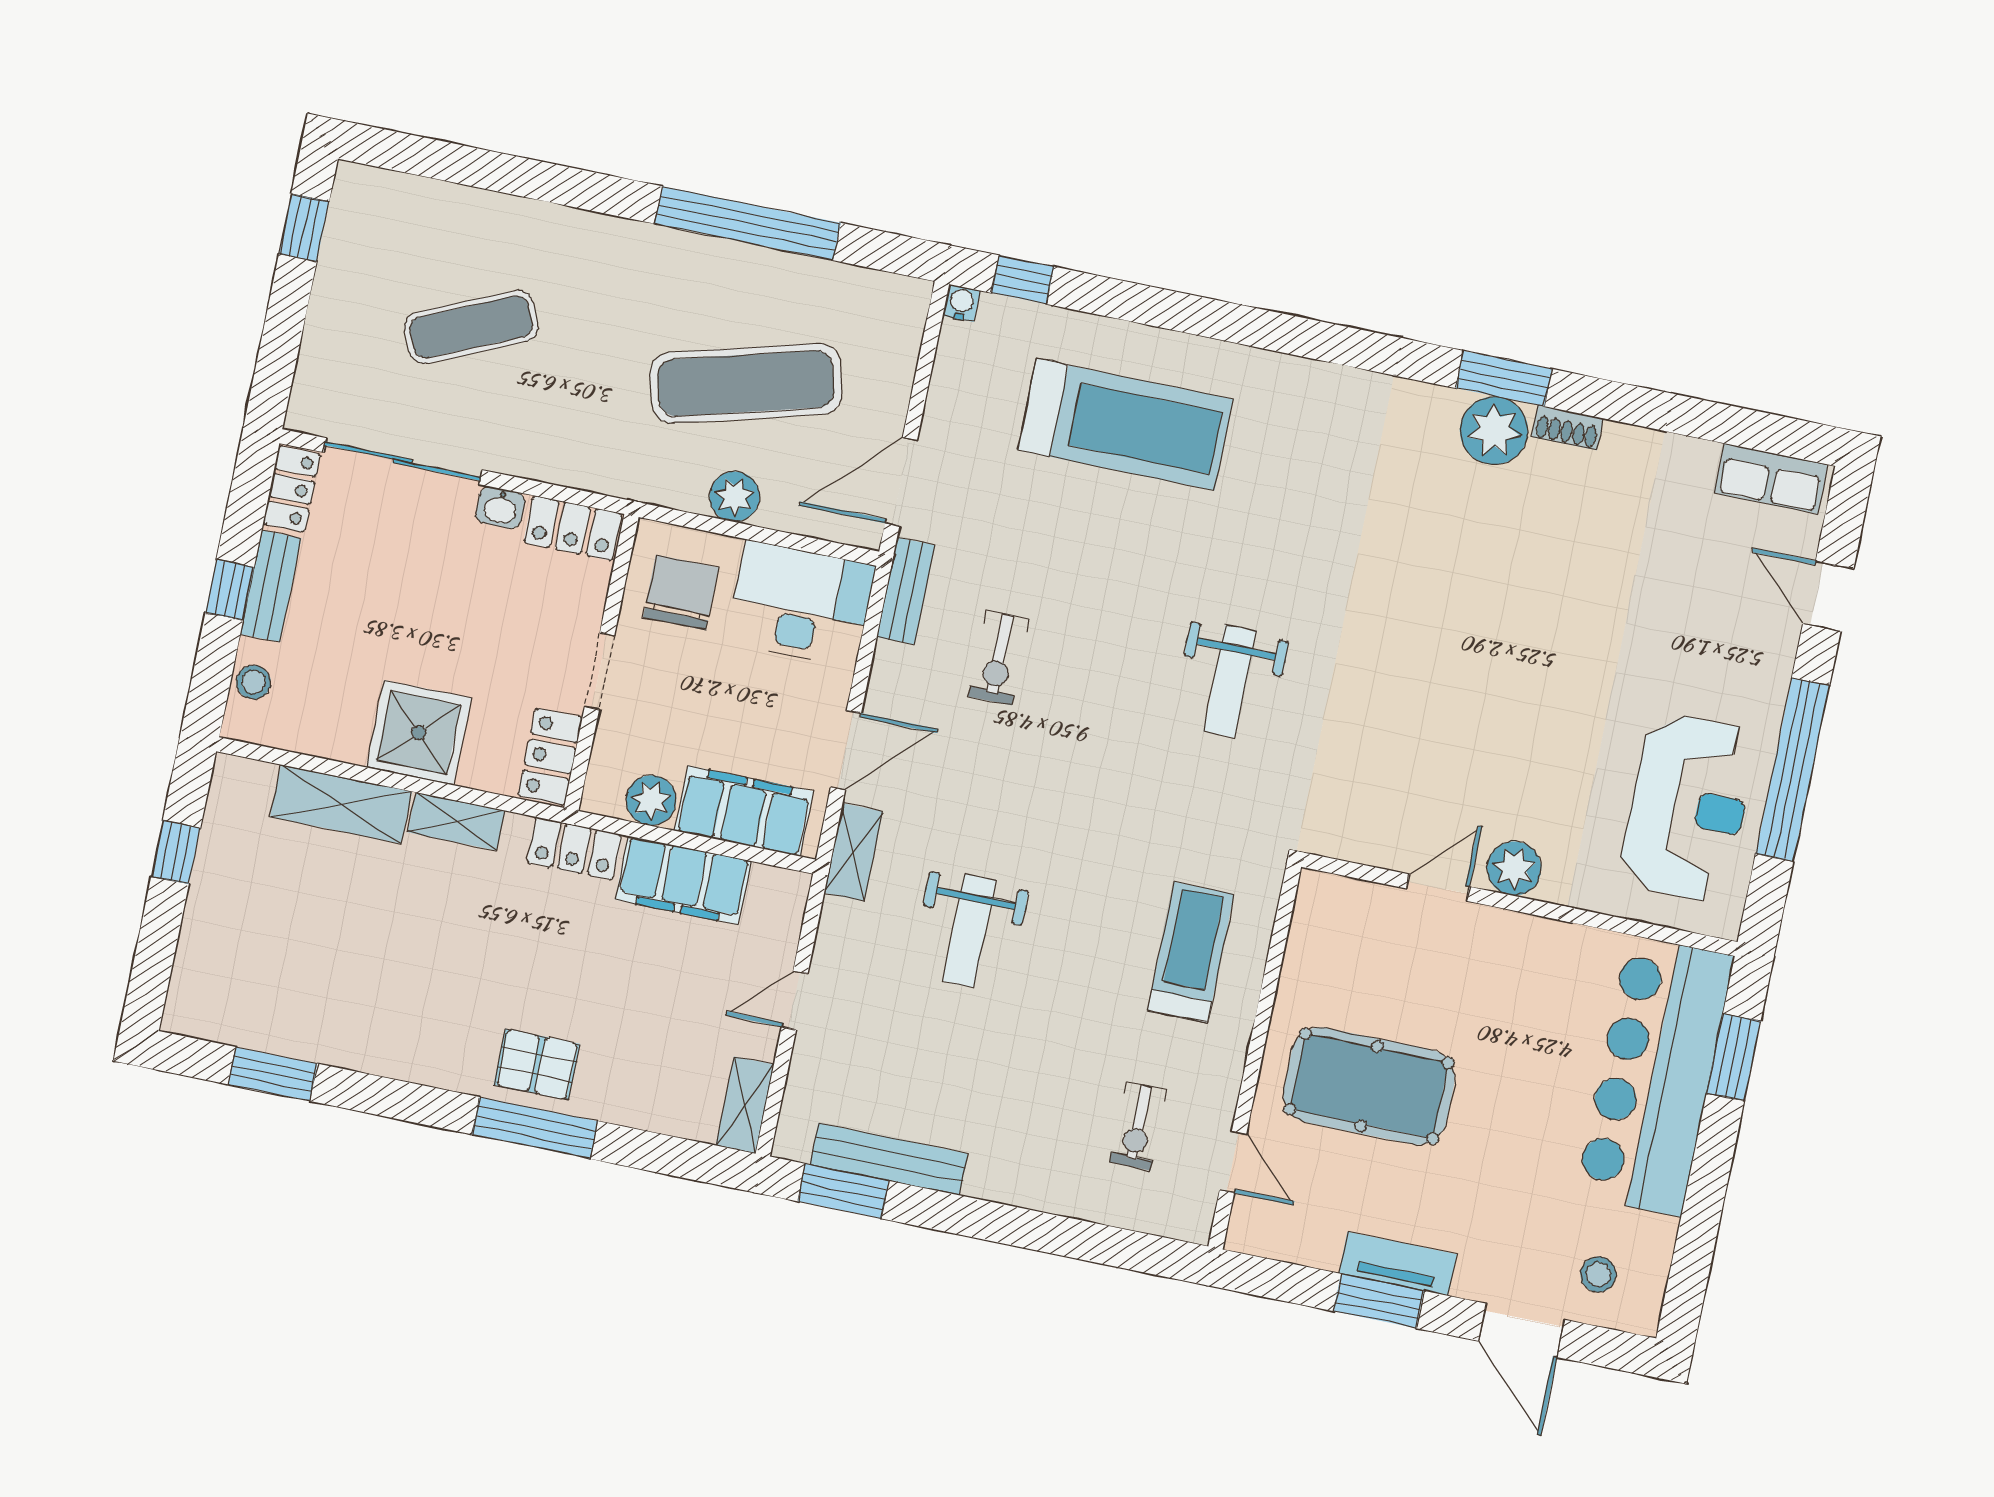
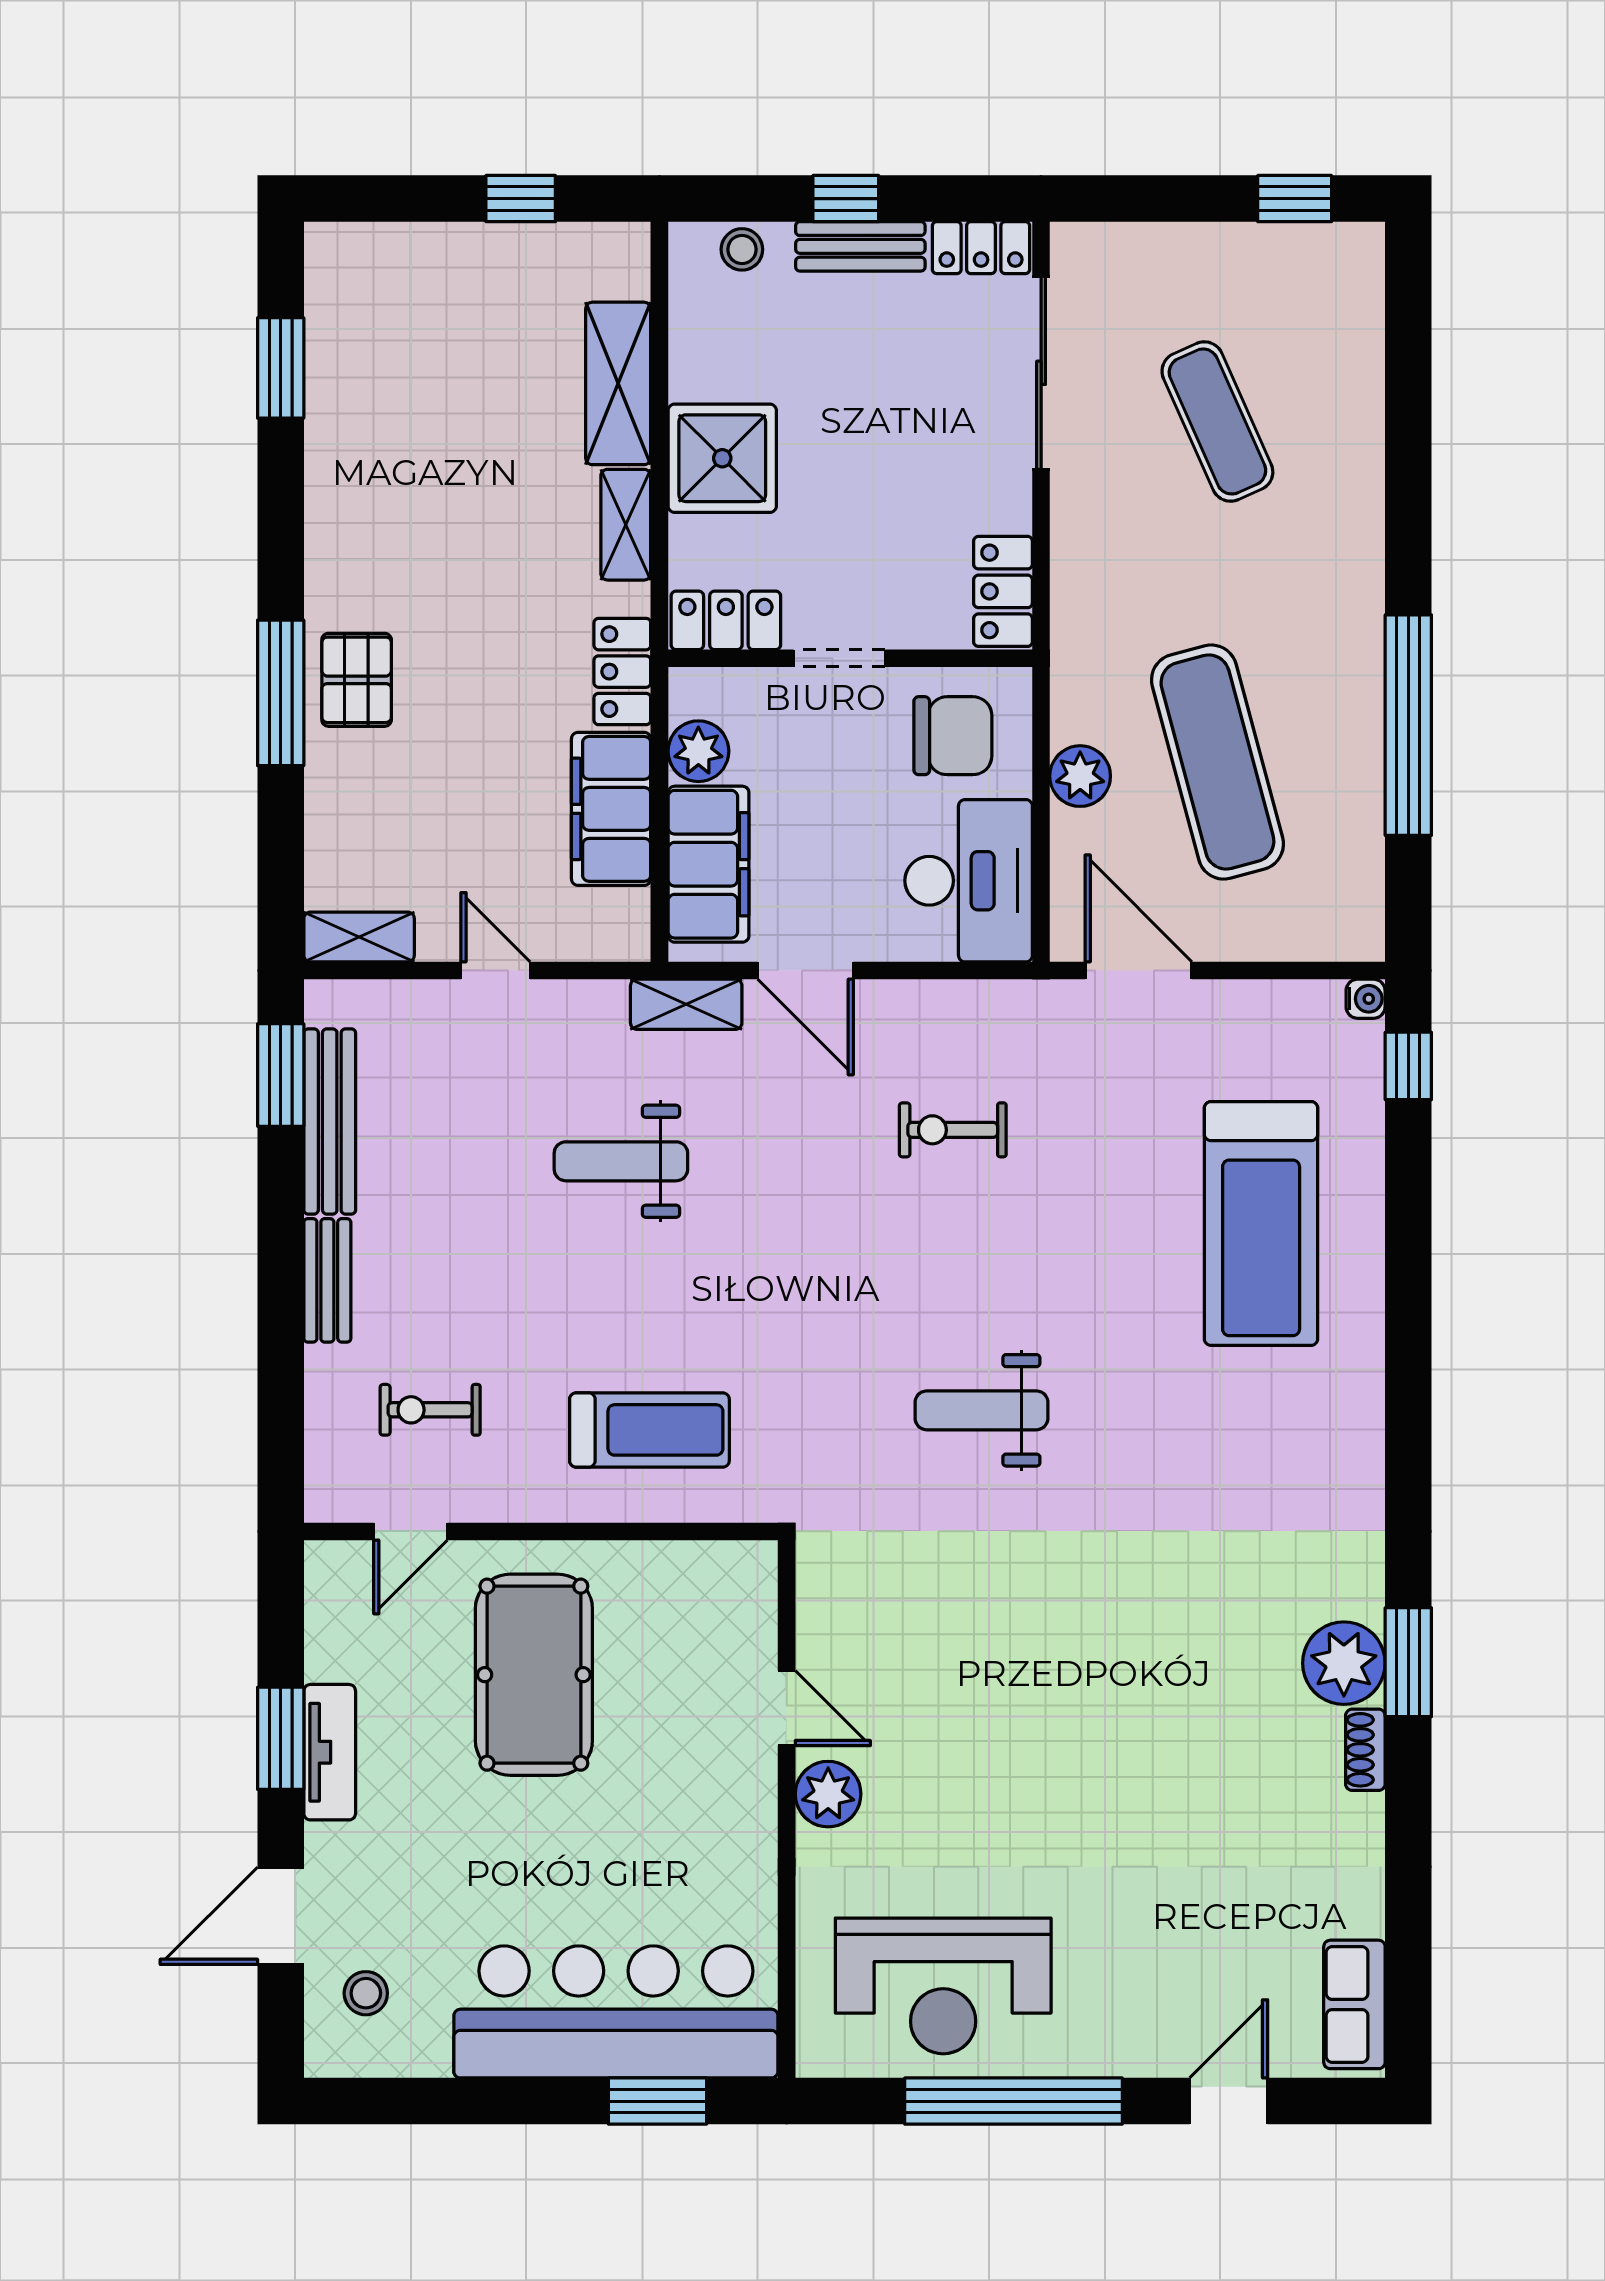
washbasin: (500, 508) -> (1010, 500), removed
bench: (906, 591) -> (327, 1280), moved, turned 90

